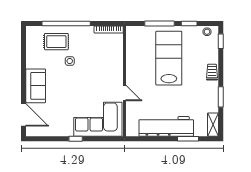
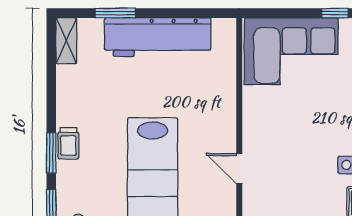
door: (125, 93) -> (239, 169), moved
window: (221, 97) -> (51, 153), moved

